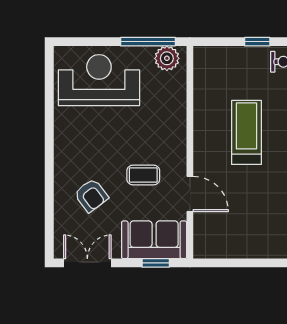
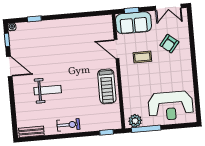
window: (257, 42) -> (107, 132), moved
treadmill: (246, 132) -> (107, 86), moved
armchair: (91, 195) -> (169, 44), turned -104

